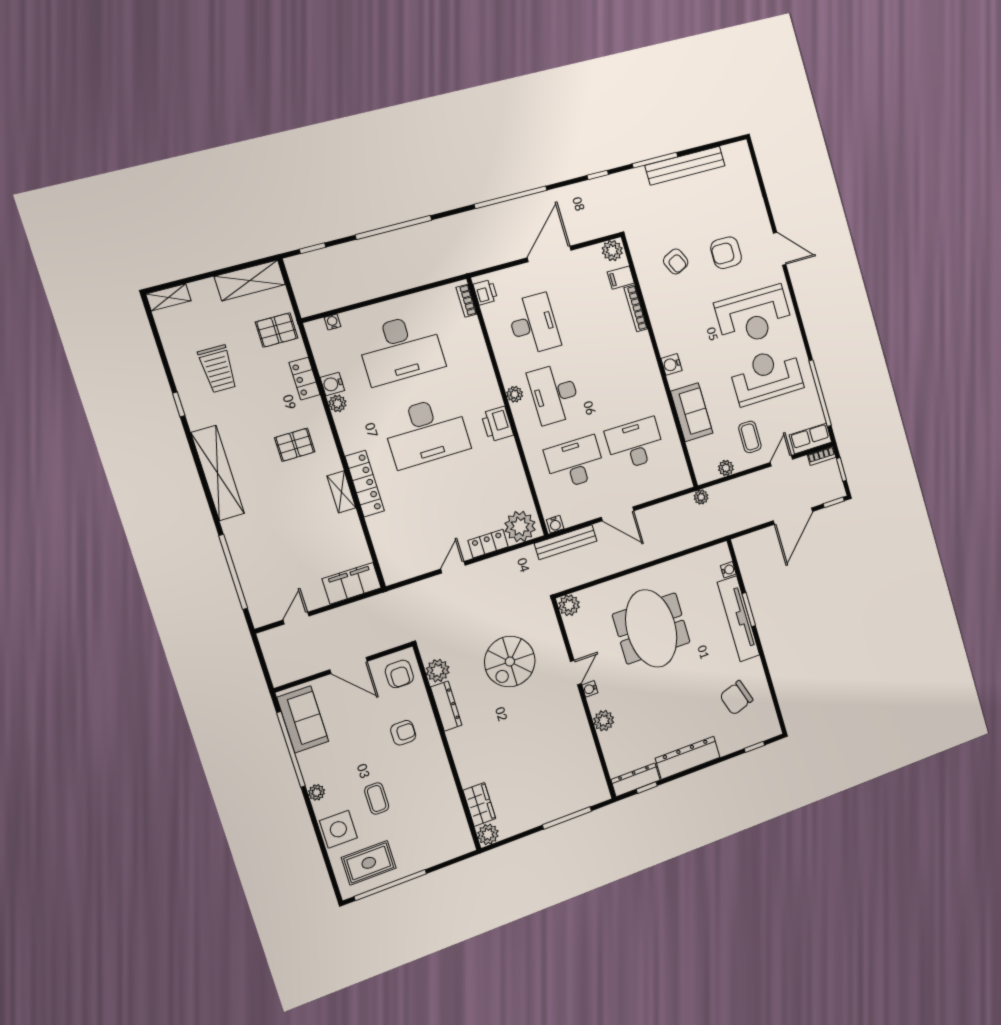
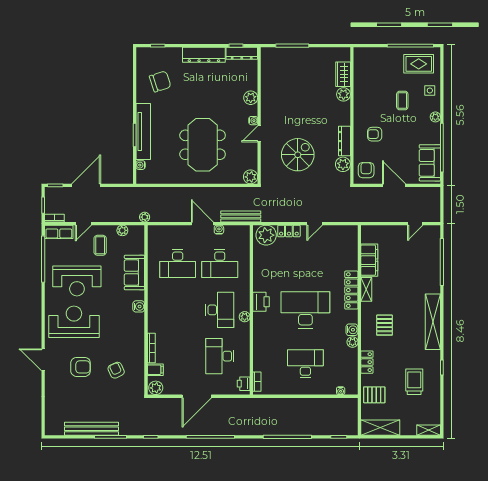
desk: (401, 349) -> (305, 364), width x0.73, depth x0.77
water cooler: (332, 384) -> (352, 330), moved
pallet: (295, 445) -> (385, 325), turned 90
water cooler: (555, 524) -> (219, 230), moved
filing cabinet: (352, 583) -> (369, 260), moved, turned -90
side table: (338, 829) -> (430, 90), width x0.54, depth x0.54
plant: (488, 834) -> (343, 94), moved

